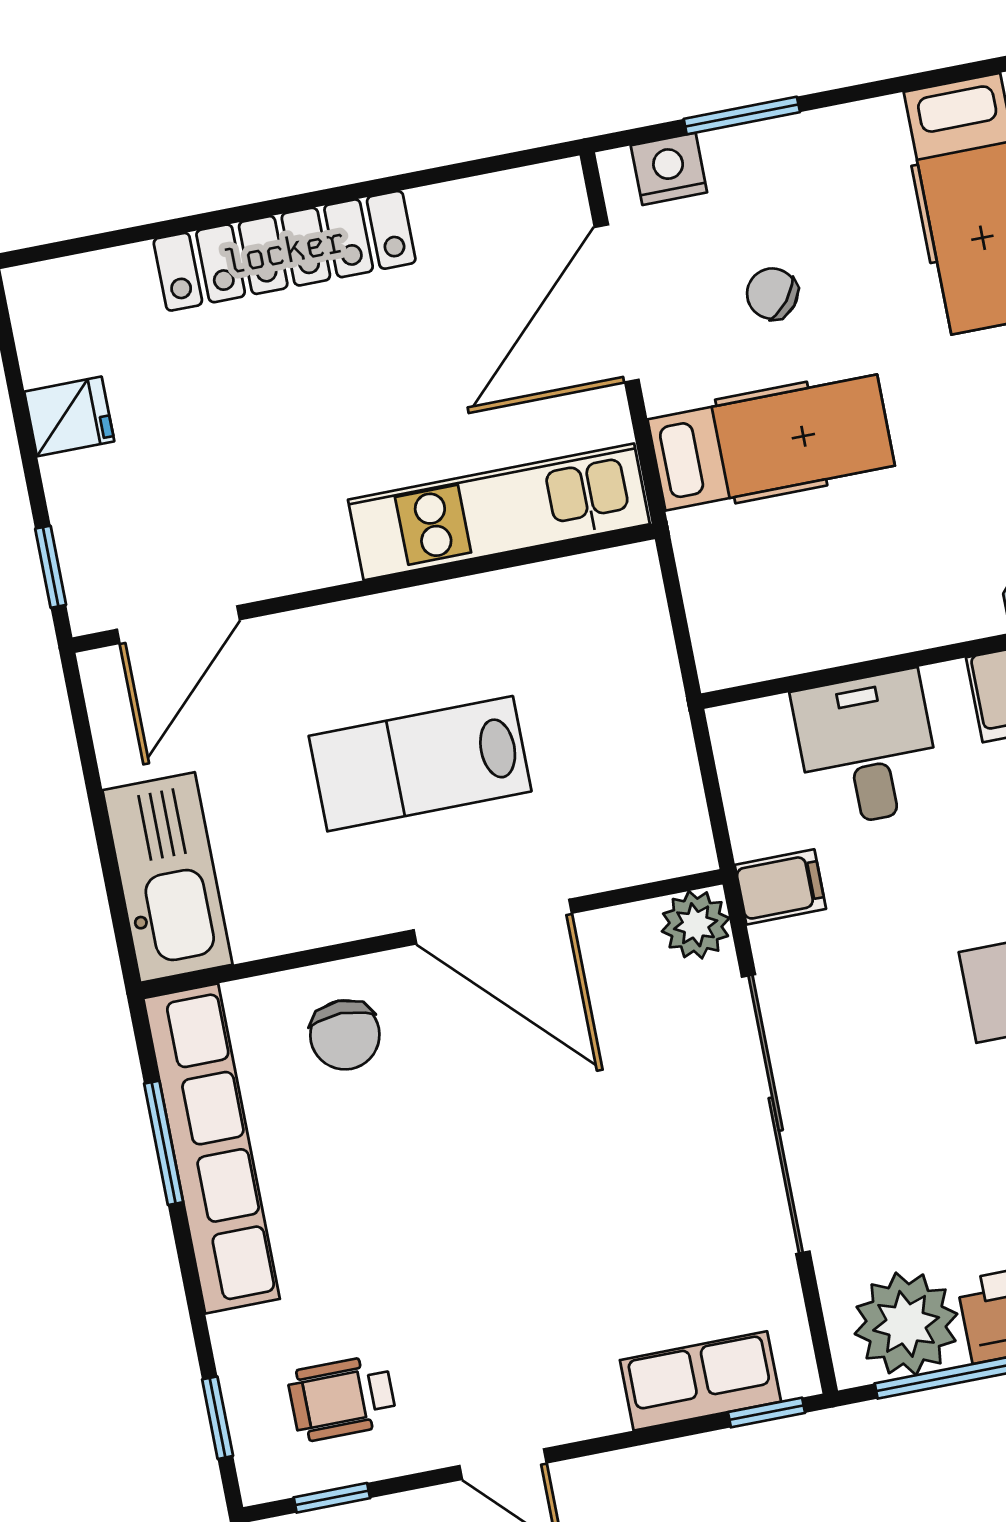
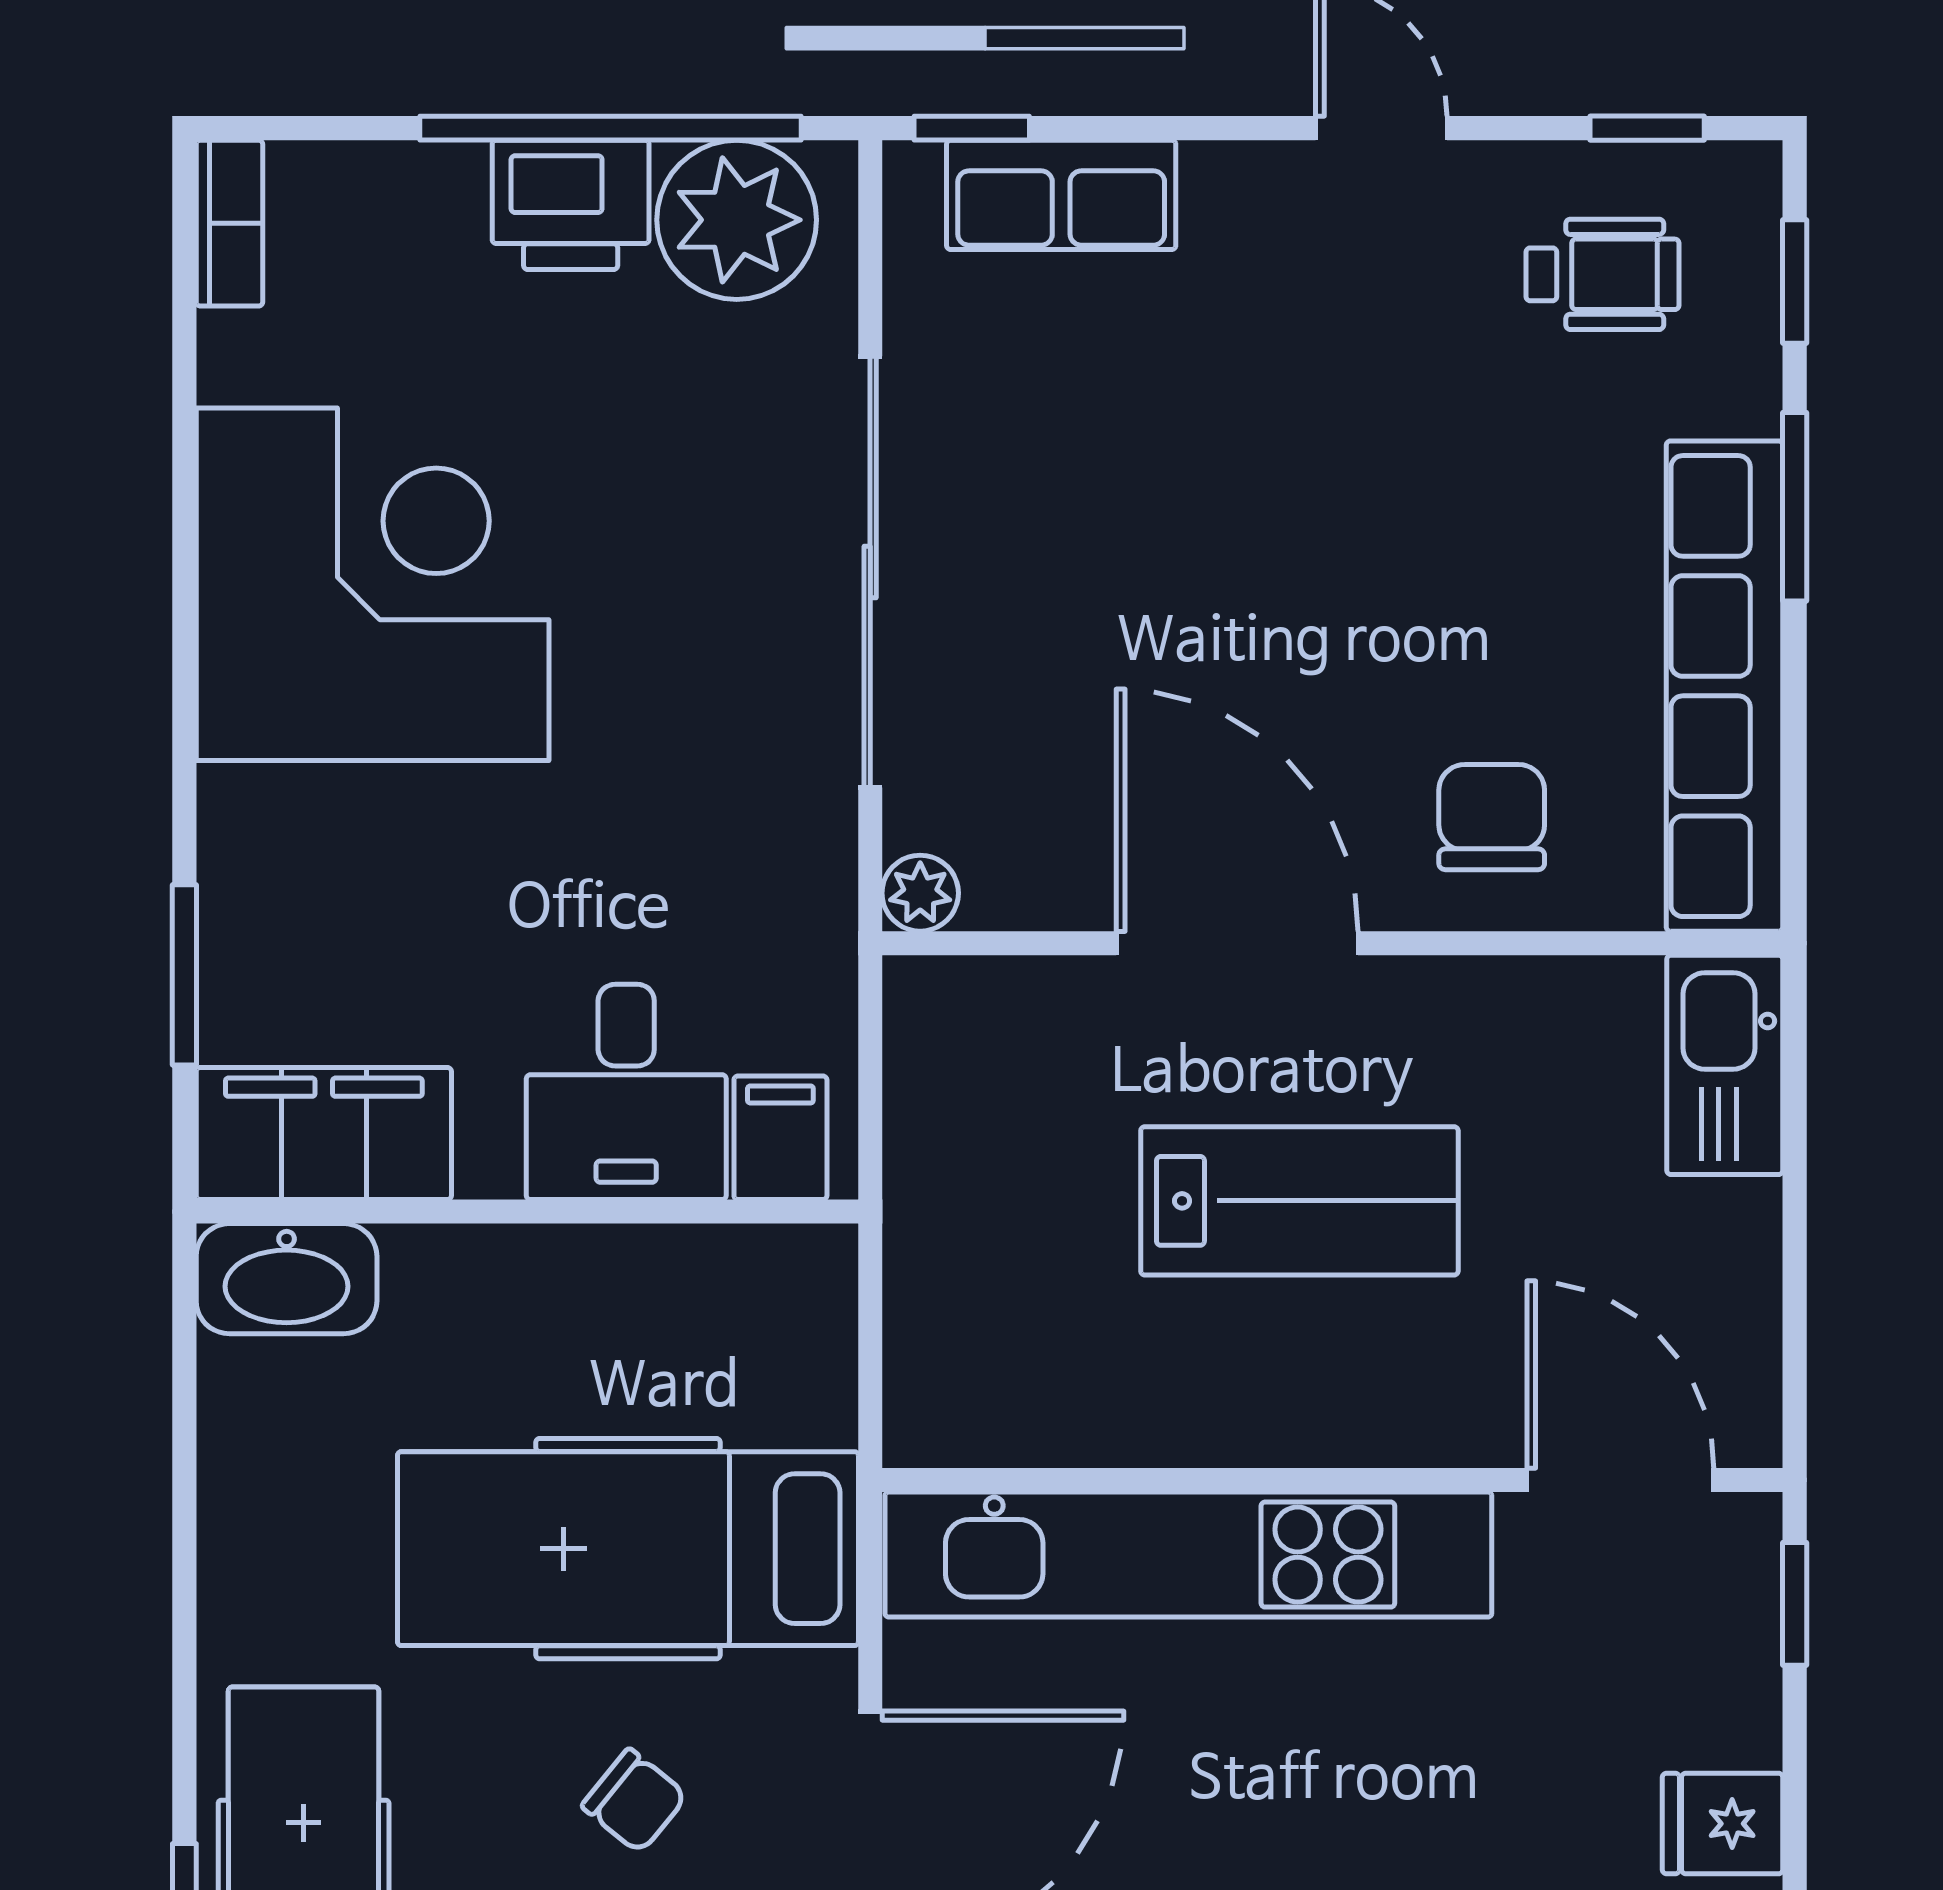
hospital bed: (771, 443) -> (628, 1549), width x1.37, depth x1.29
kitchen unit: (499, 512) -> (1188, 1555), width x1.36
door: (178, 625) -> (1620, 1480), hinge flipped
kitchen sink: (168, 877) -> (1725, 1065), width x0.73, depth x0.81
filing cabinet: (780, 887) -> (780, 1138), moved, turned 90
plant: (696, 925) -> (920, 893), width x0.73, depth x0.73
window: (164, 1143) -> (1795, 507), moved

